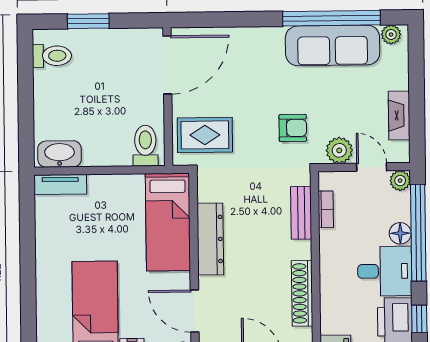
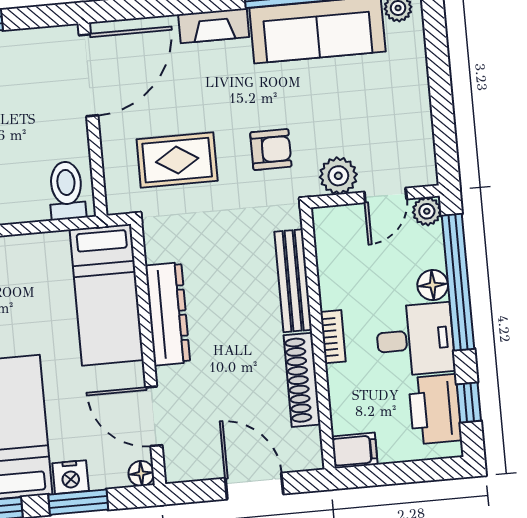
fireplace: (399, 115) -> (214, 26), moved, turned -90
rug: (205, 135) -> (177, 160), moved
door: (372, 167) -> (385, 195), swing flipped
bookcase: (326, 209) -> (333, 337), moved
bench: (301, 213) -> (293, 281), width x1.36

